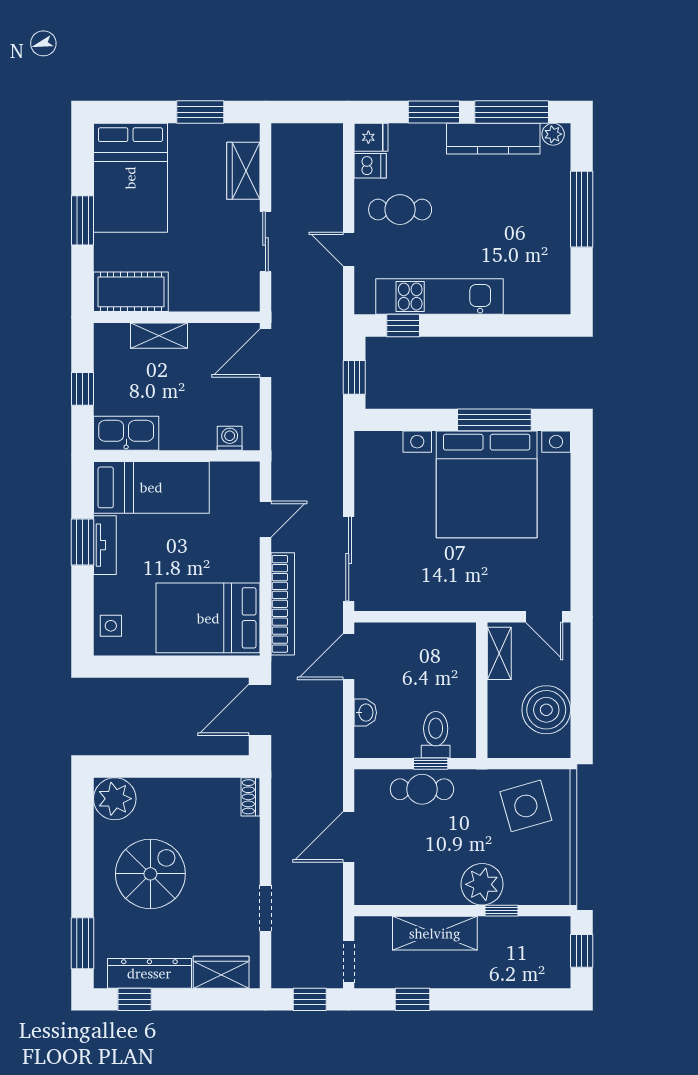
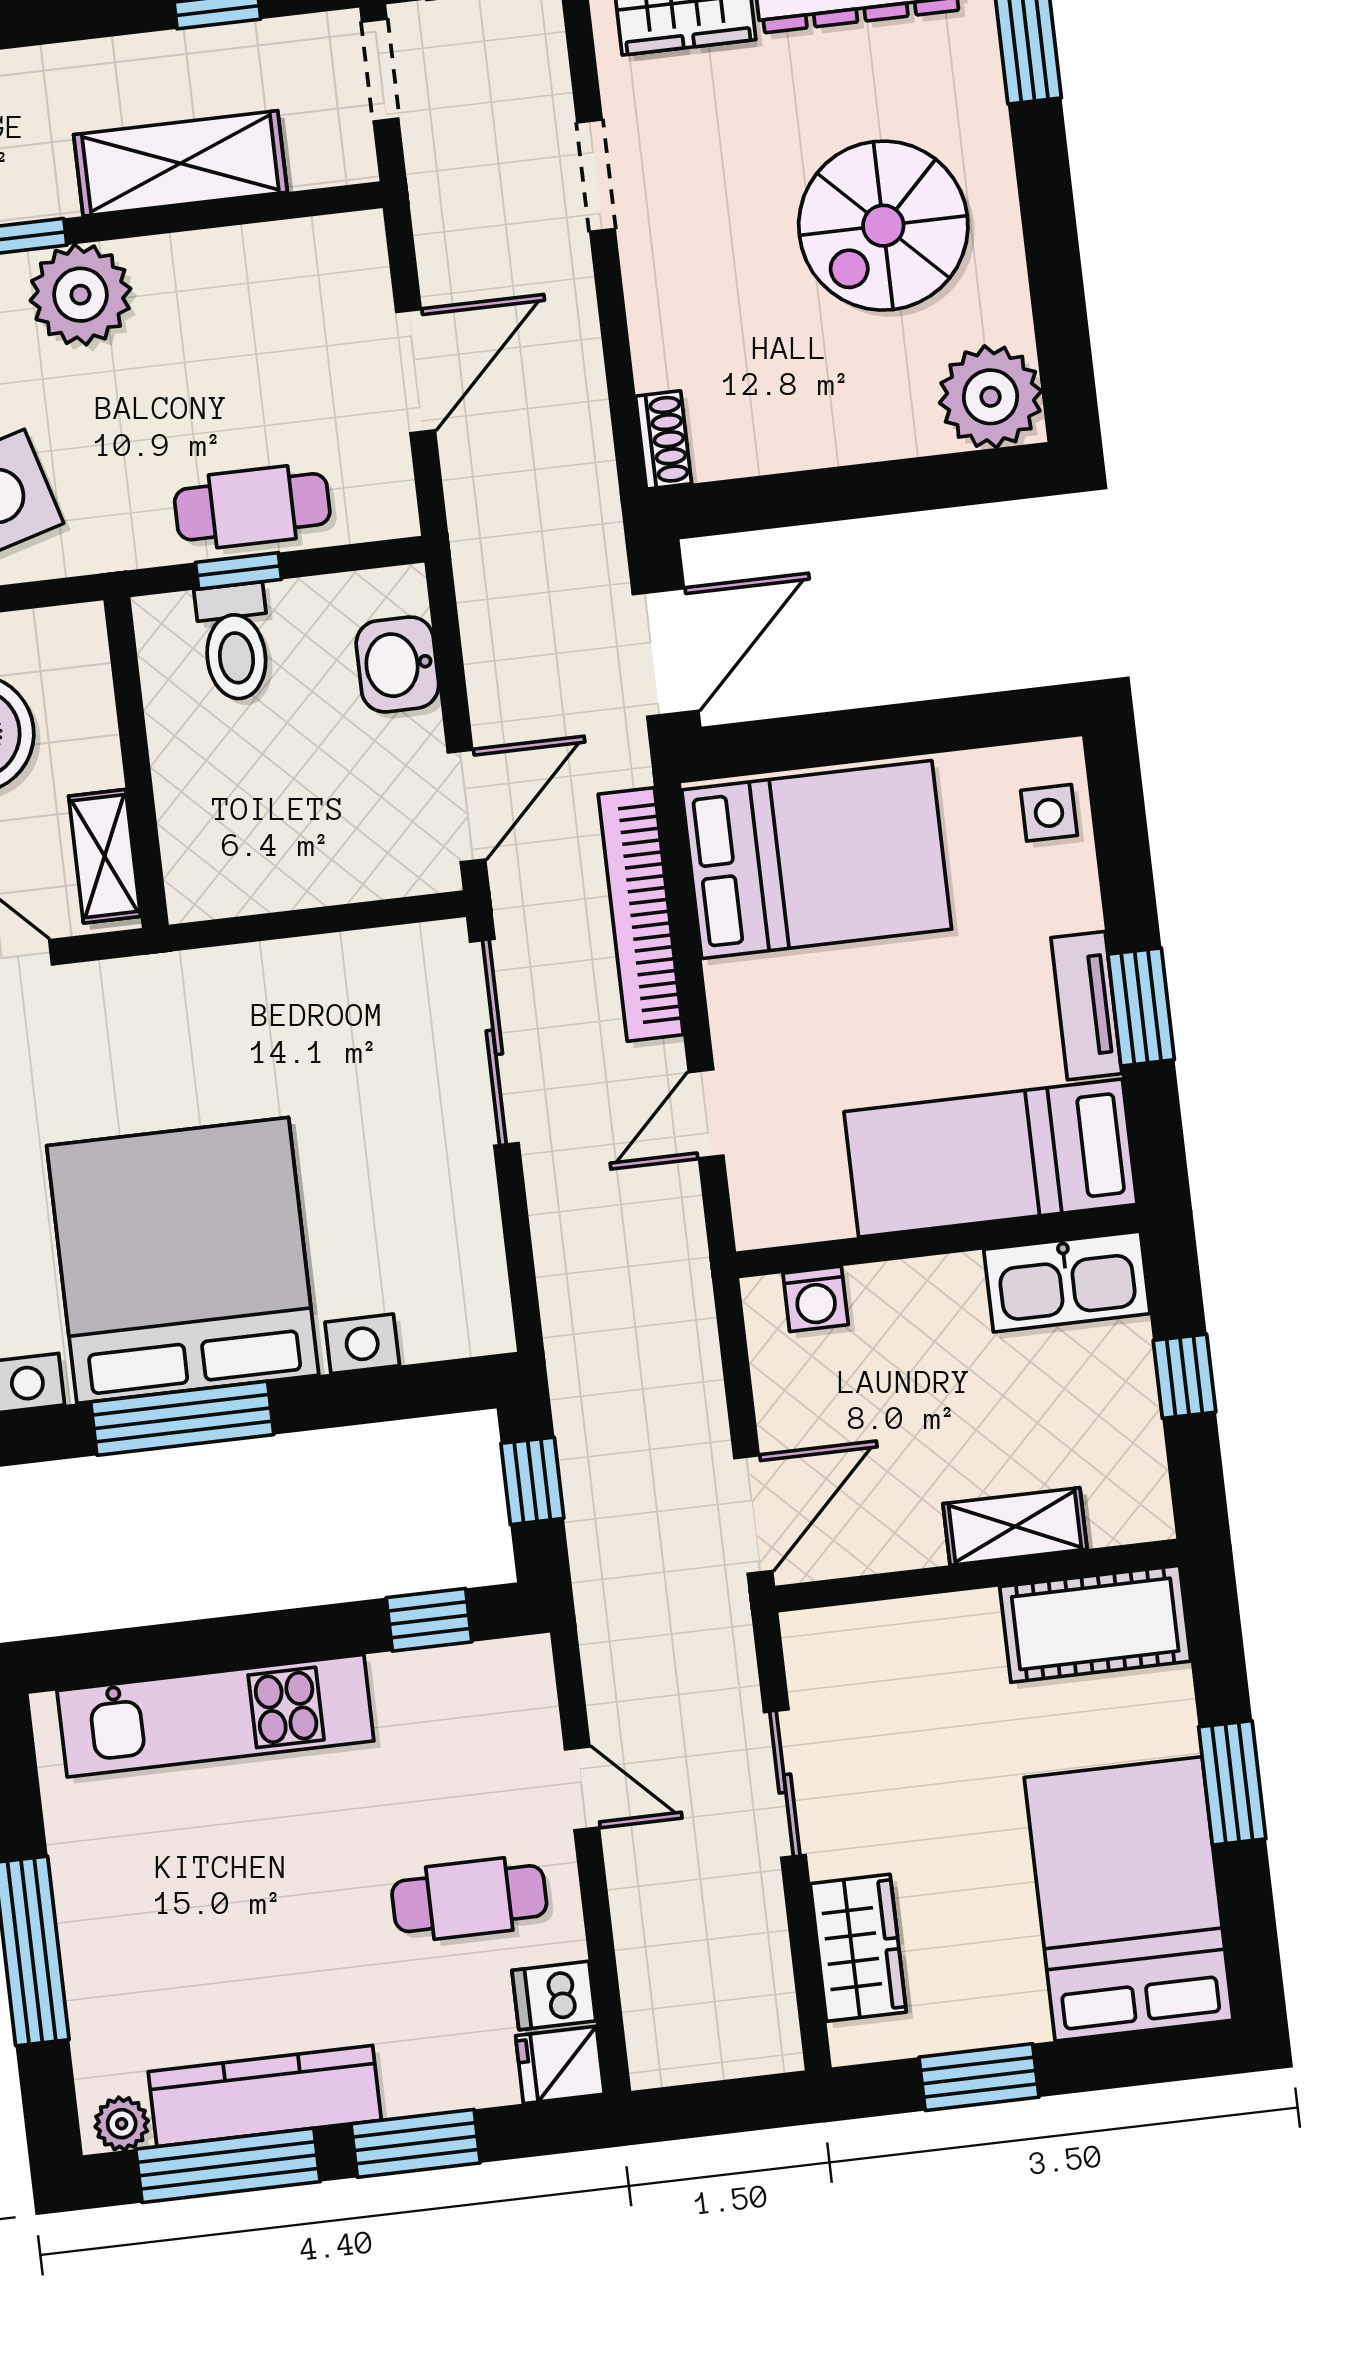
kitchen unit: (439, 297) -> (215, 1716), moved
washbasin: (365, 713) -> (397, 664), width x1.38, depth x1.45

